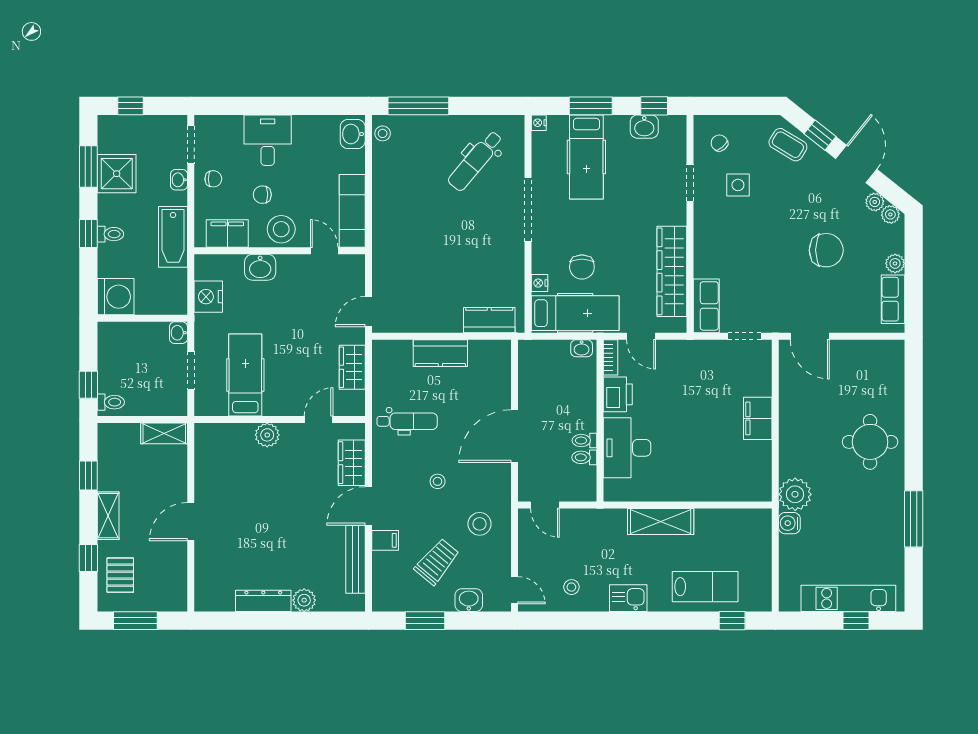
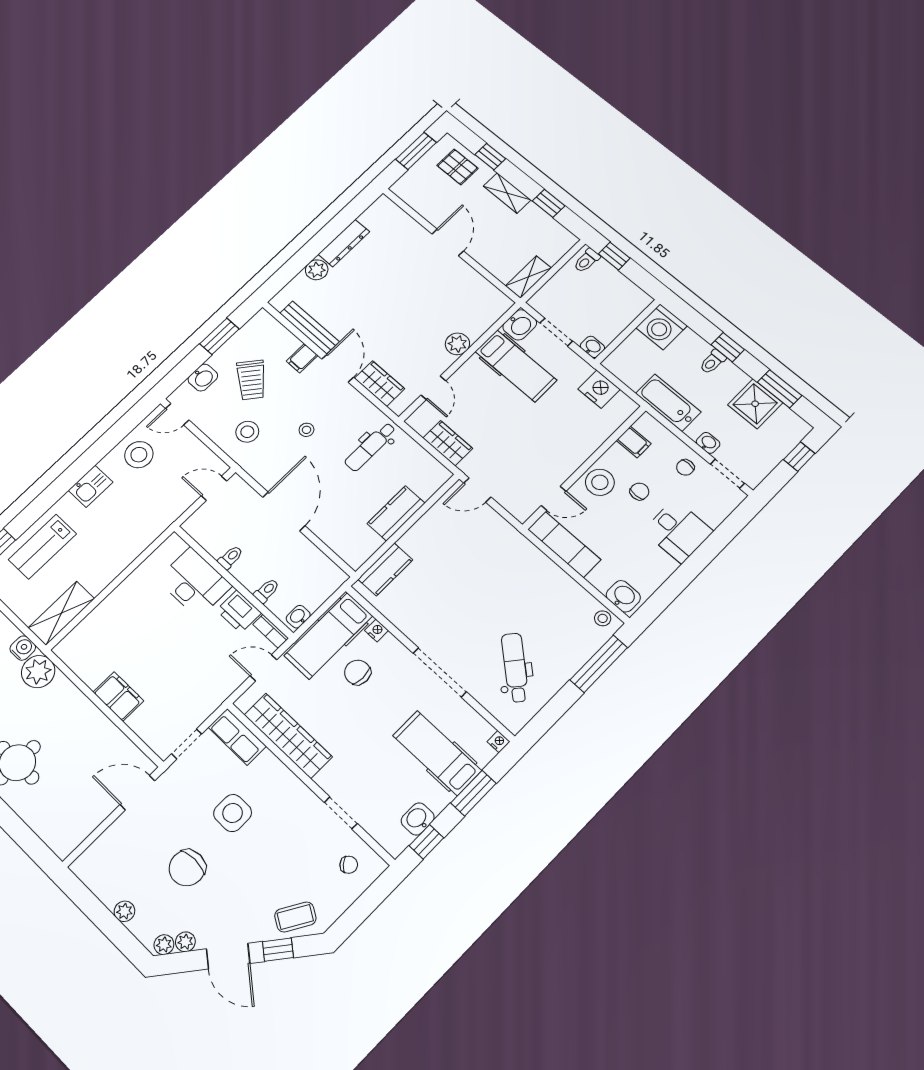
side table: (738, 185) -> (233, 813), moved, width x1.37, depth x1.37
filing cabinet: (227, 234) -> (634, 442), width x0.50
washbasin: (260, 267) -> (520, 325), moved, turned 180
row of seats: (893, 299) -> (100, 883), removed
door: (368, 312) -> (477, 490), swing flipped
toilet: (584, 457) -> (266, 591), moved
shelving: (661, 521) -> (61, 613), moved
stool: (571, 587) -> (139, 455), width x1.89, depth x1.89

